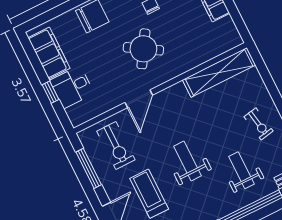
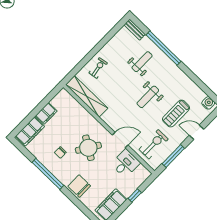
desk: (72, 87) -> (126, 163), moved, turned -90
exercise bike: (259, 124) -> (98, 68), moved
weight bench: (242, 170) -> (142, 62), turned 180

